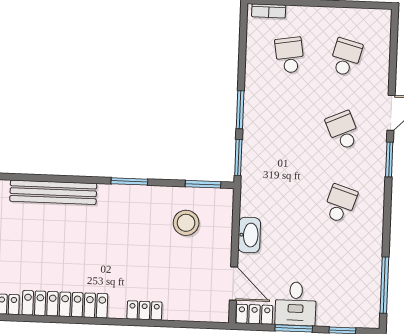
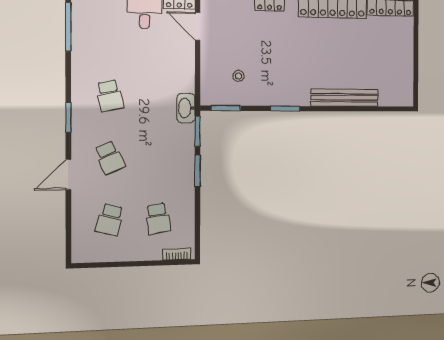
window: (389, 160) -> (68, 117), moved
school desk: (340, 204) -> (110, 96), turned -30
stool: (186, 223) -> (239, 76), width x0.53, depth x0.53
washbasin: (249, 235) -> (186, 108), moved

